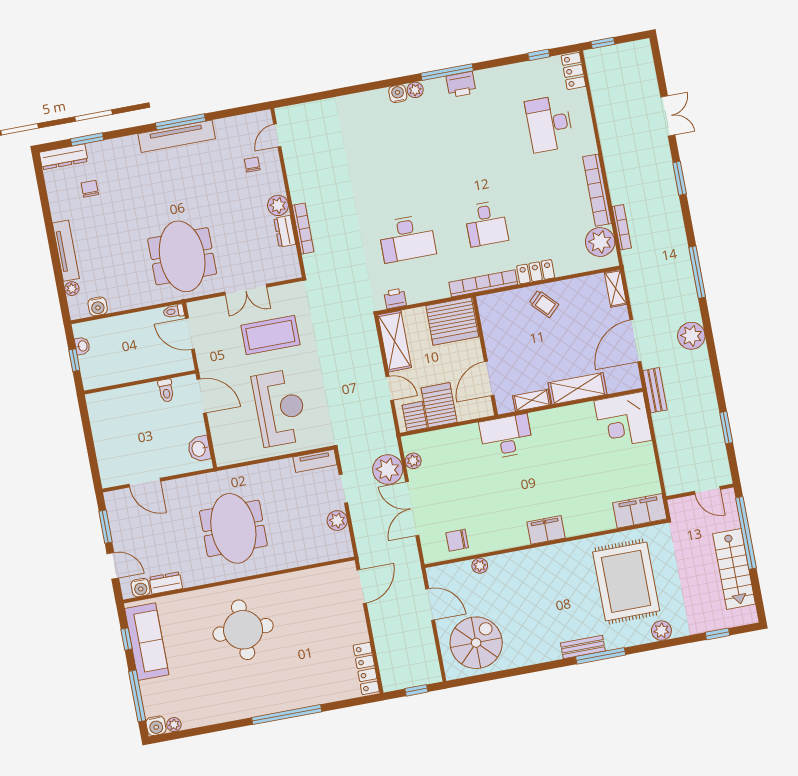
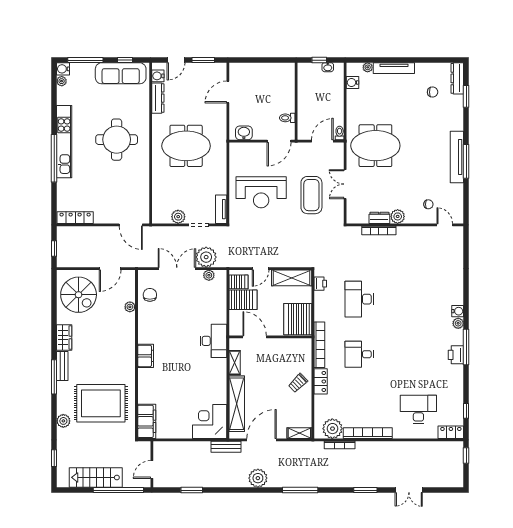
door: (635, 341) -> (262, 440), hinge flipped
shelving: (578, 388) -> (237, 404), width x1.47
dresser: (166, 583) -> (158, 98), width x1.44
wardrobe: (541, 652) -> (64, 337), added
kitchen unit: (260, 705) -> (64, 142), added

